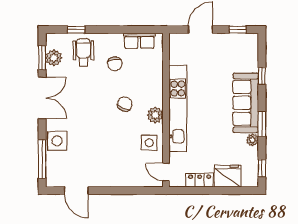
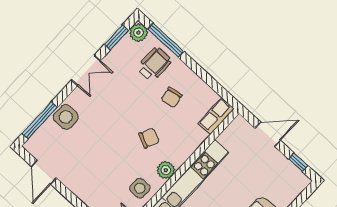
window: (76, 30) -> (166, 40), width x2.17
row of seats: (139, 41) -> (216, 116), moved, turned 90
plant: (54, 58) -> (138, 33), moved
double door: (42, 98) -> (86, 70), width x0.73

